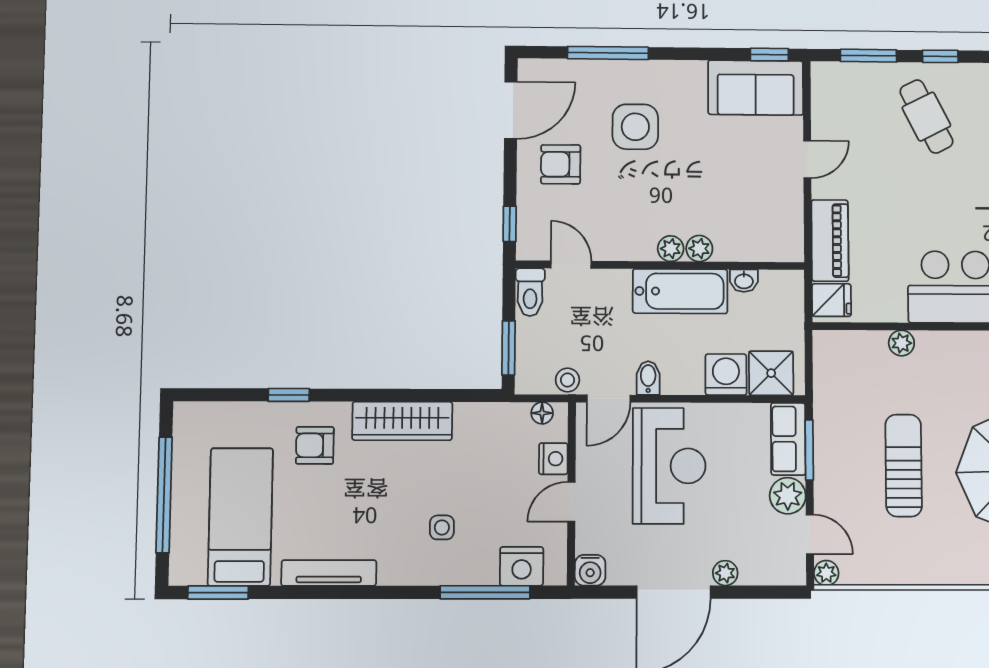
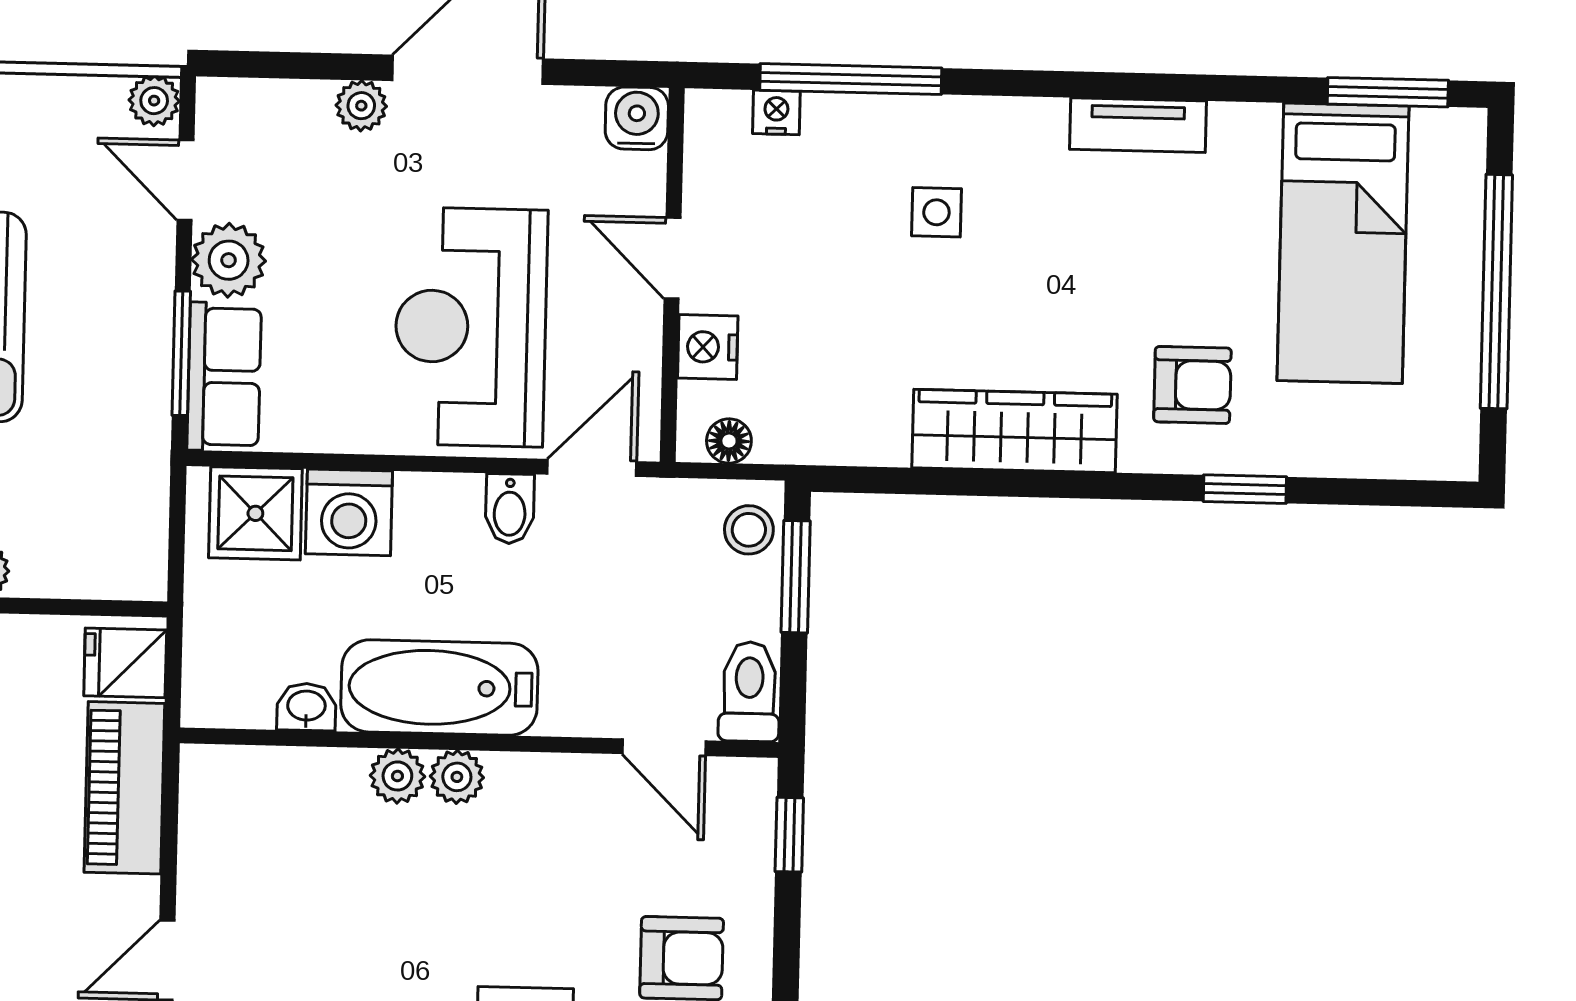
stool: (567, 380) -> (749, 530), moved
door: (571, 502) -> (673, 258), swing flipped
nightstand: (522, 566) -> (776, 112), width x0.53, depth x0.56
tv unit: (329, 573) -> (1138, 125), width x0.71

